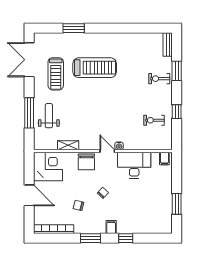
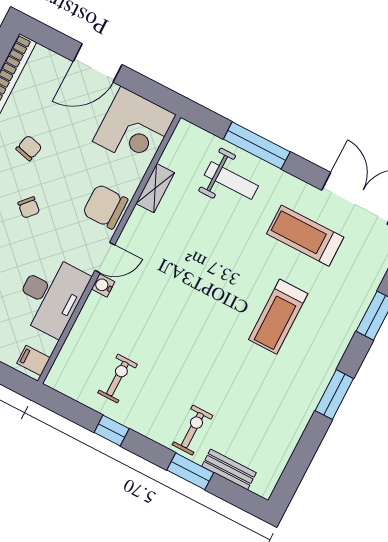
window: (115, 28) -> (334, 395), added
bench: (168, 45) -> (229, 469), moved
treadmill: (95, 68) -> (278, 317), width x0.73, depth x0.73

